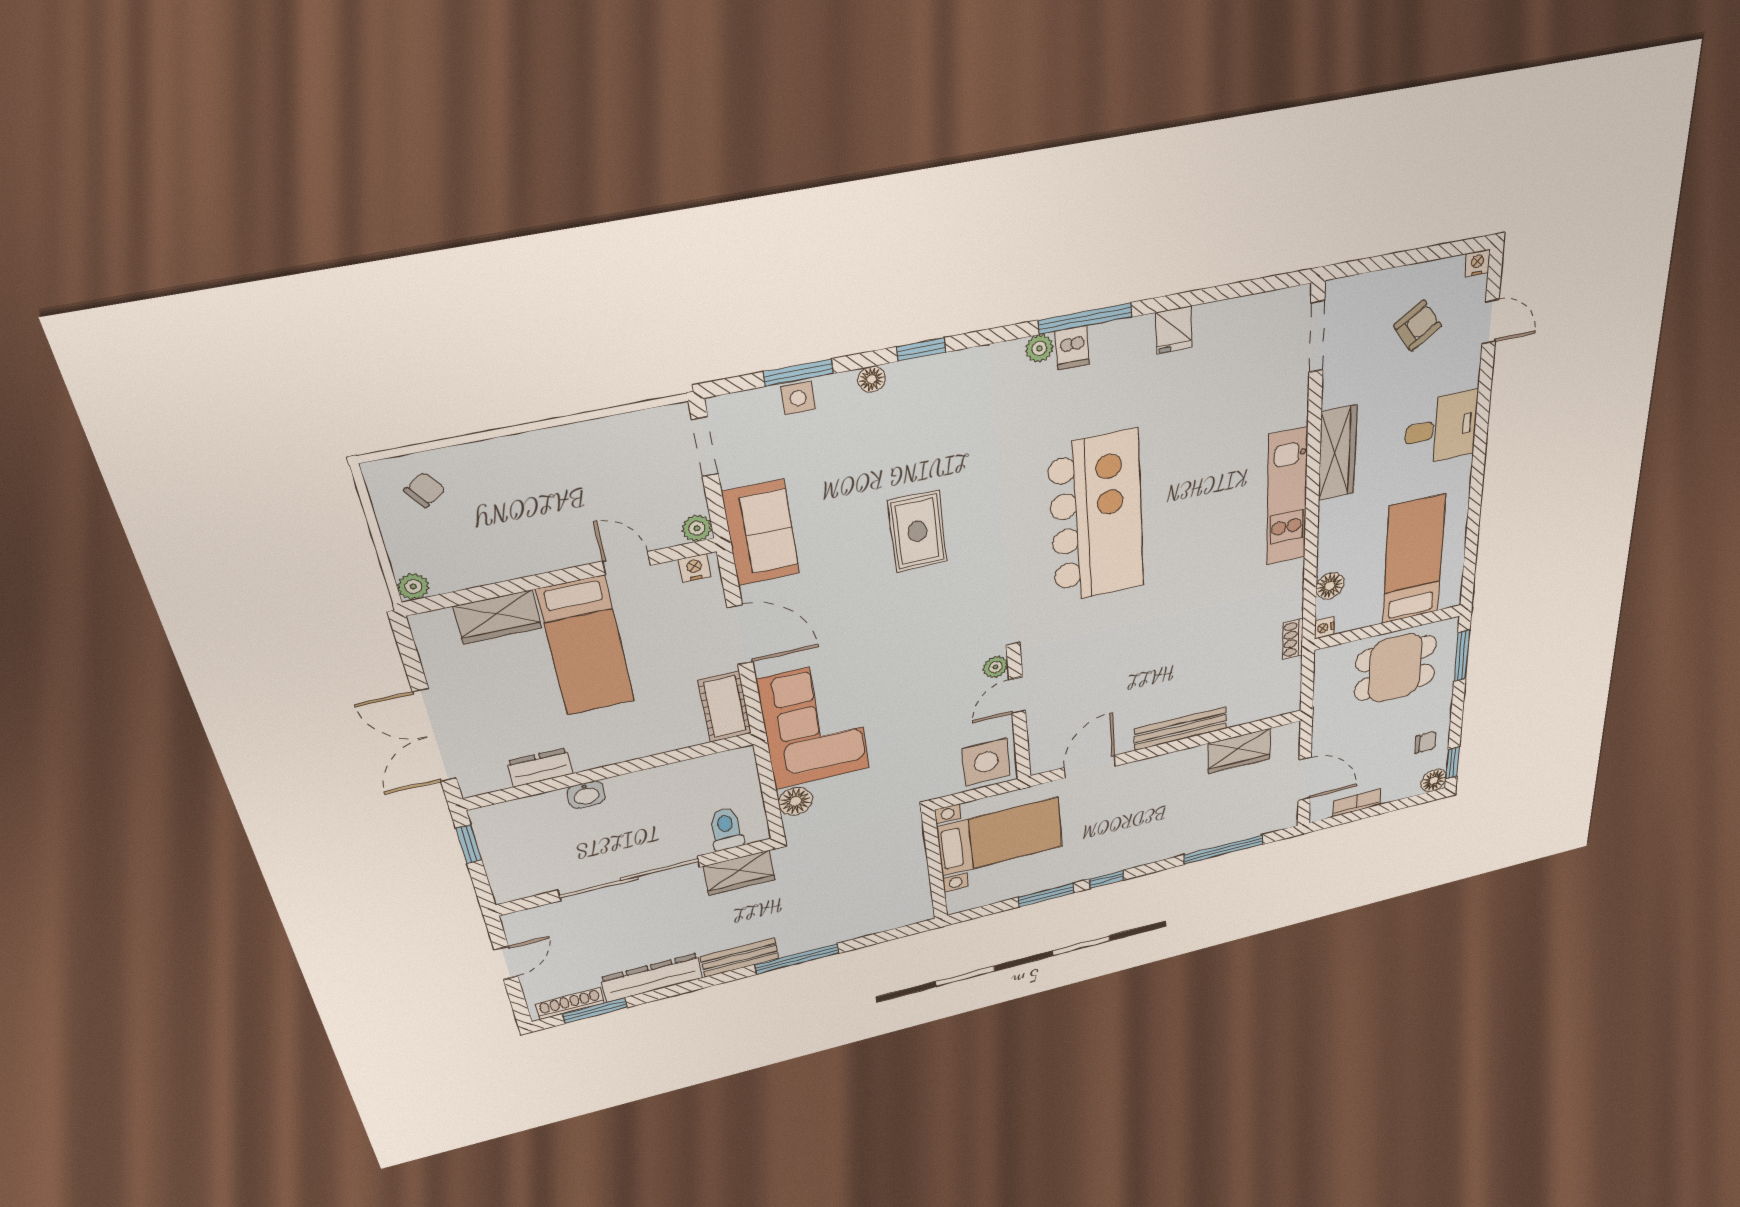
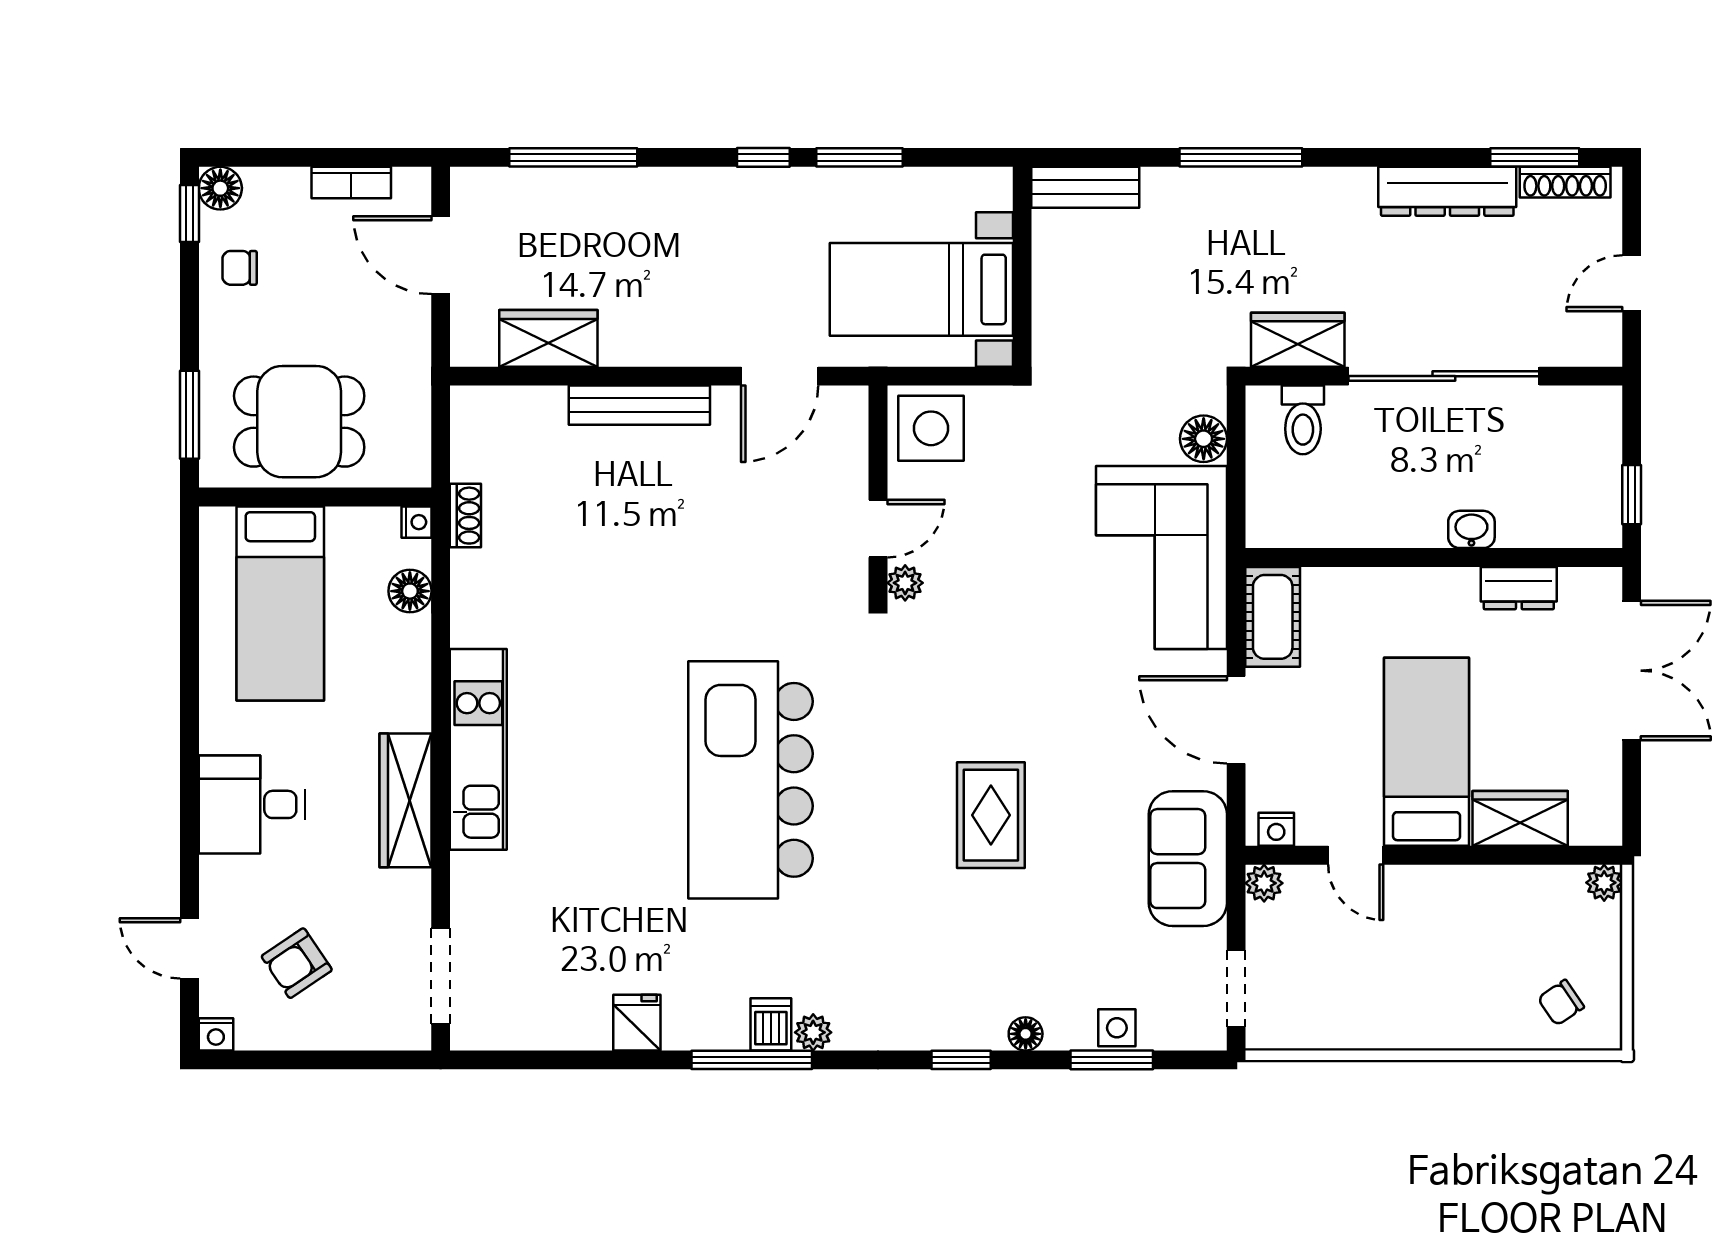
bench: (740, 958) -> (1085, 187), moved

